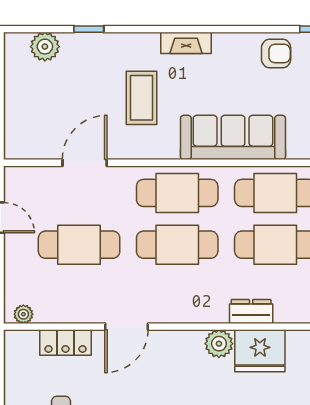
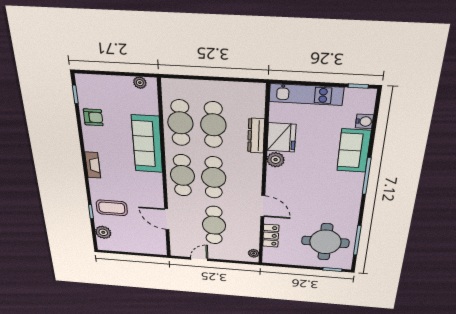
armchair: (276, 54) -> (93, 117), turned 90
coffee table: (141, 98) -> (112, 208), moved
dresser: (251, 312) -> (256, 136), width x1.44

